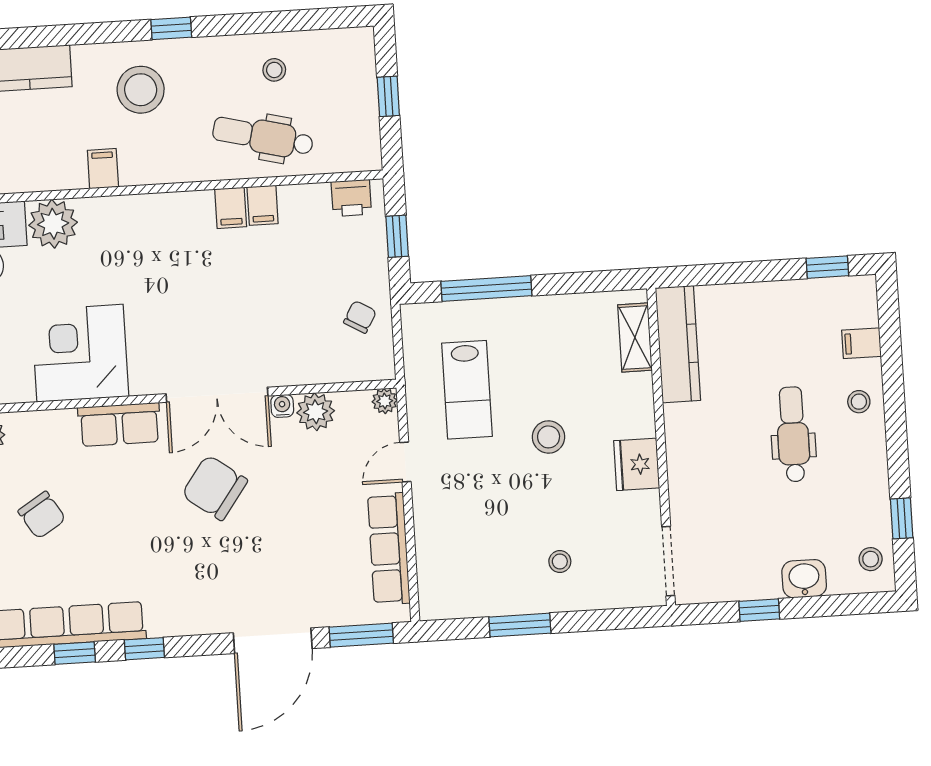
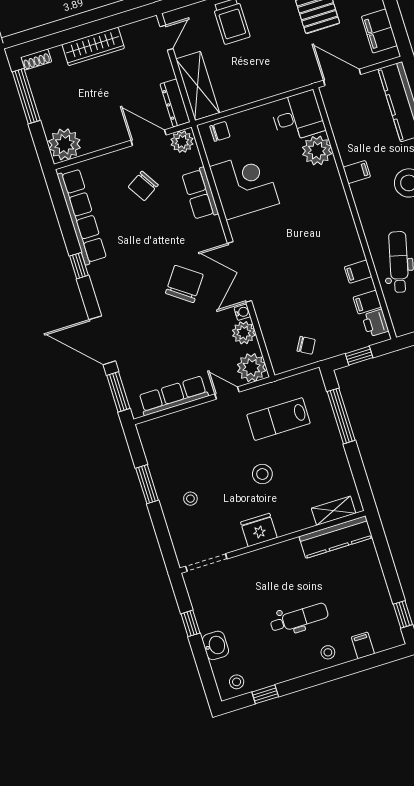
filing cabinet: (231, 208) -> (367, 302), moved
plant: (385, 401) -> (251, 368), width x1.87, depth x1.87
row of seats: (119, 425) -> (200, 194), moved
window: (75, 653) -> (66, 225), removed

